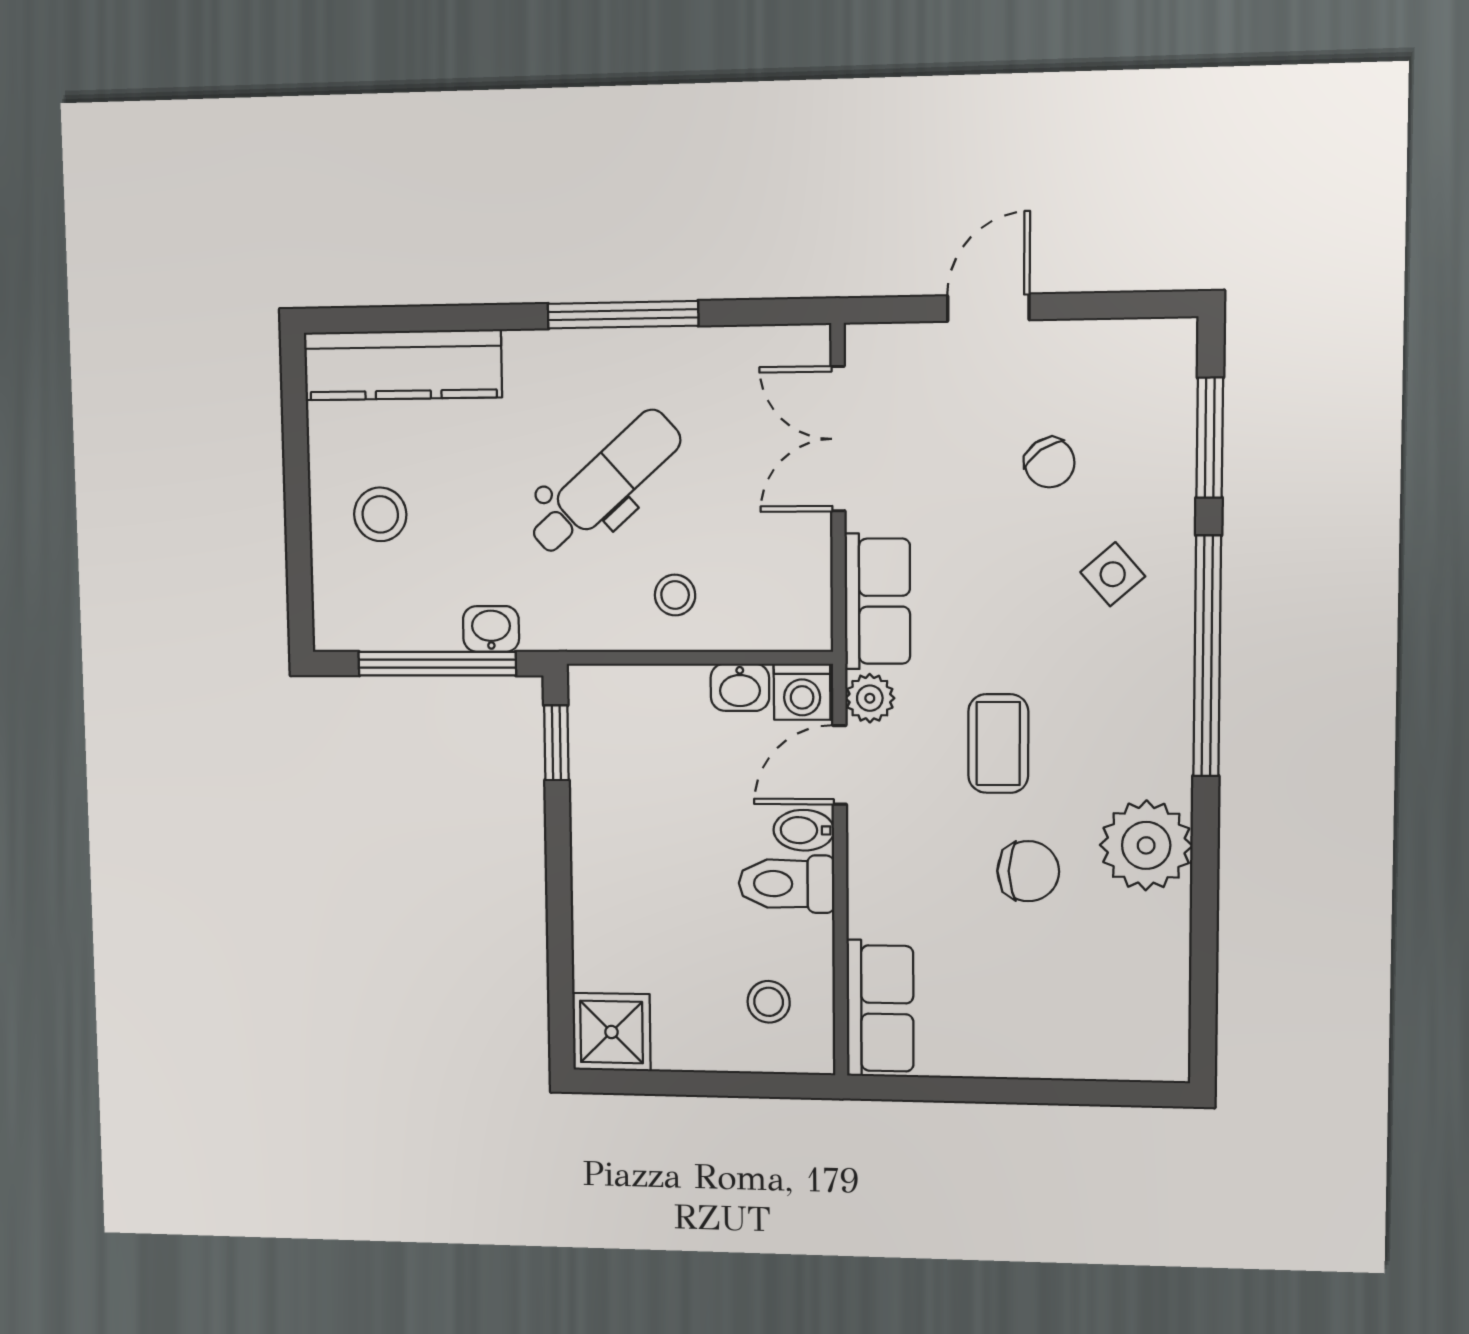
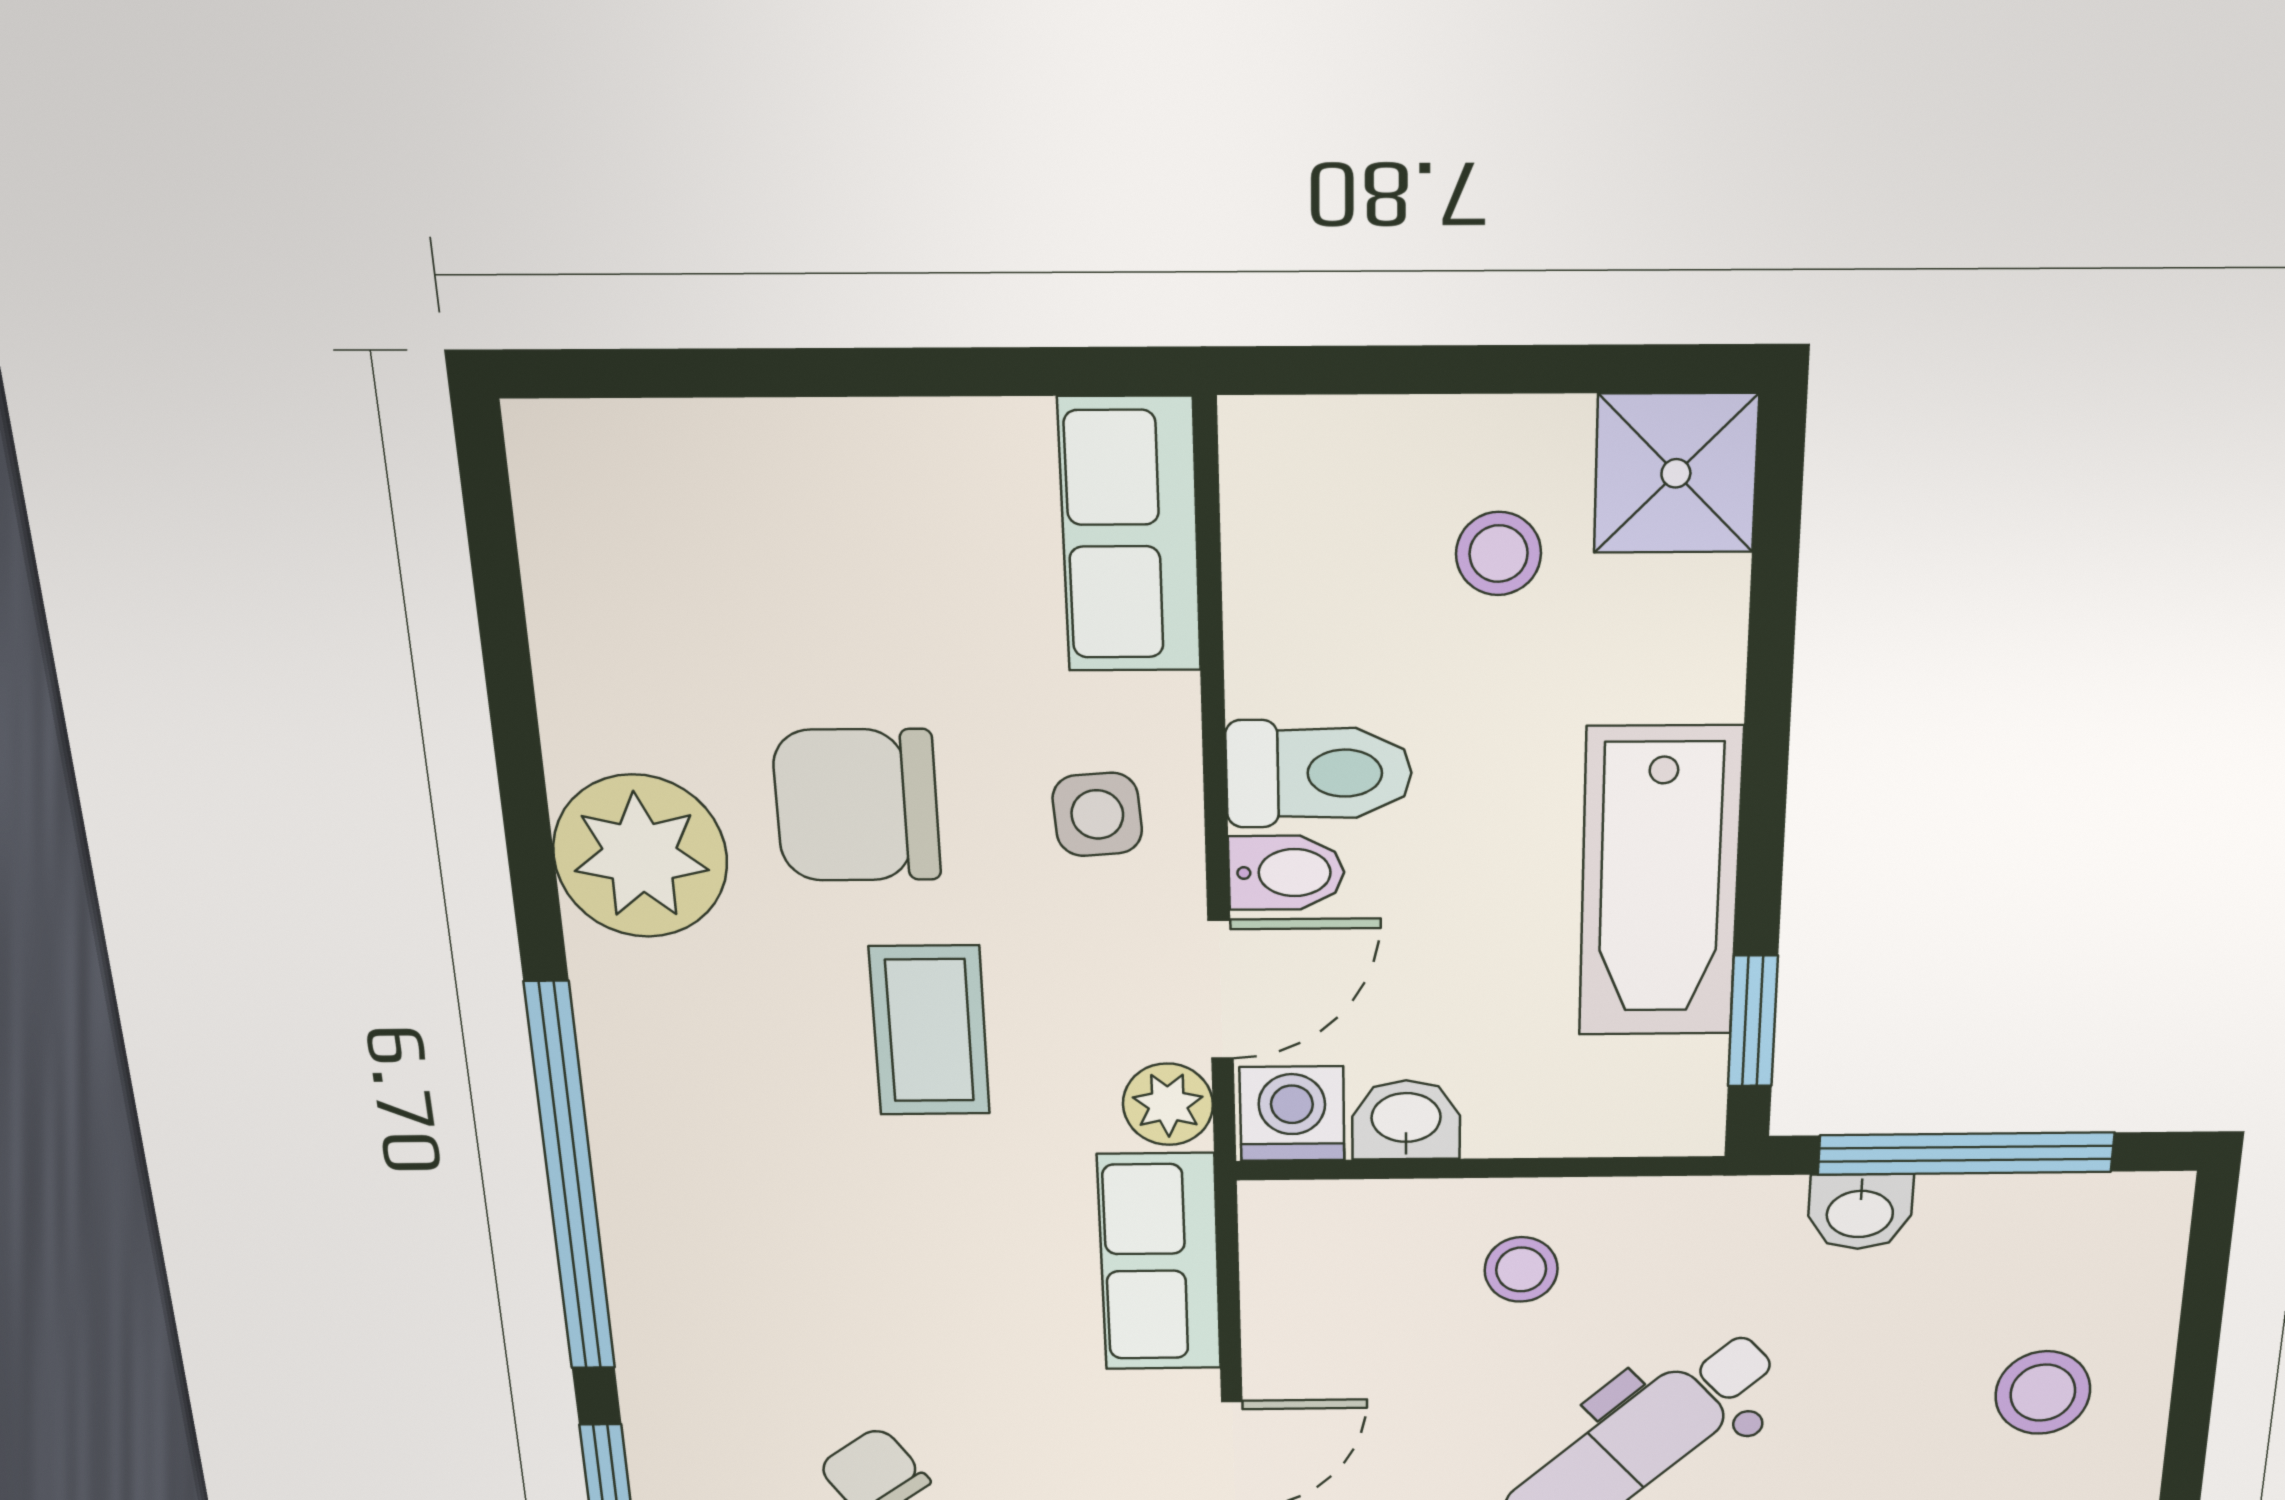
side table: (1113, 574) -> (1097, 814), moved, turned 37
bathtub: (609, 821) -> (1660, 883), added
chair: (1028, 871) -> (857, 805), width x1.37, depth x1.37
stool: (769, 1002) -> (1499, 554), moved

